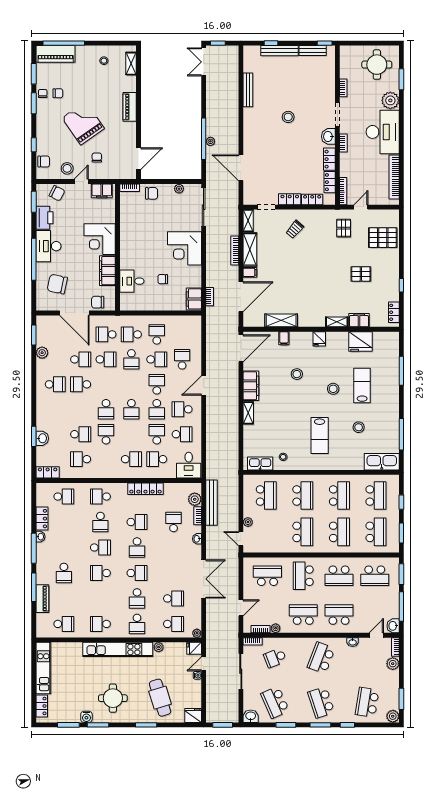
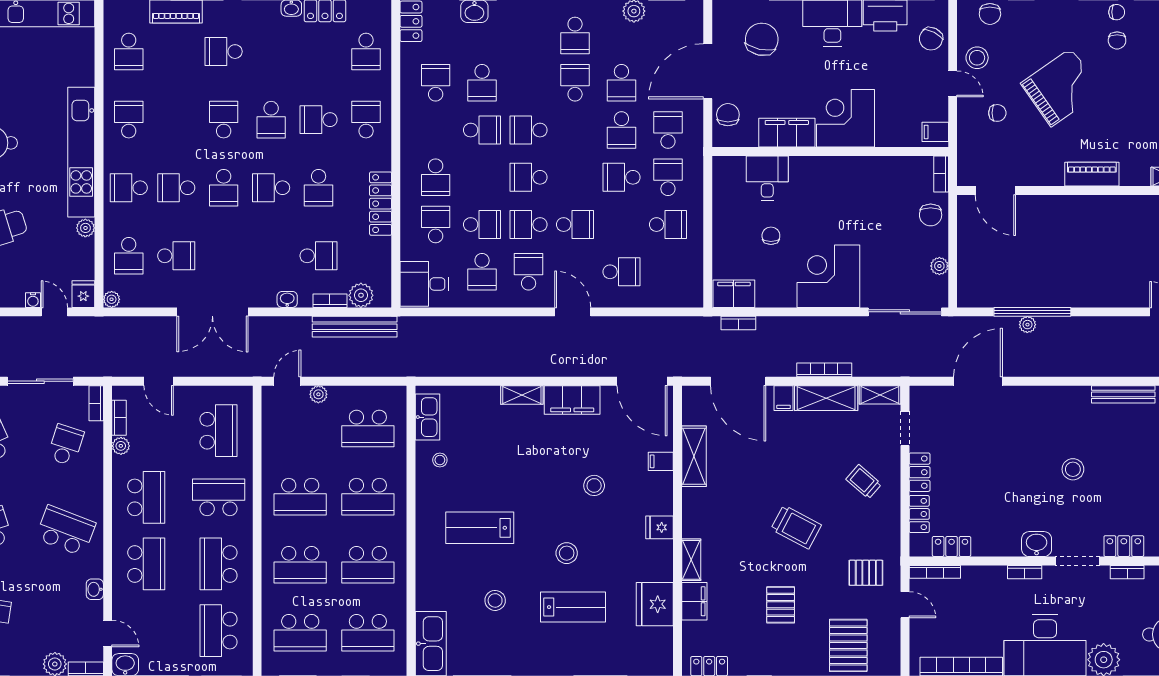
locker: (329, 159) -> (1124, 546), moved
filing cabinet: (102, 191) -> (935, 132), width x0.50
trolley: (319, 266) -> (796, 527), added
school desk: (157, 359) -> (621, 225), removed
school desk: (174, 598) -> (176, 256), turned -90
school desk: (275, 658) -> (66, 445), turned 39

